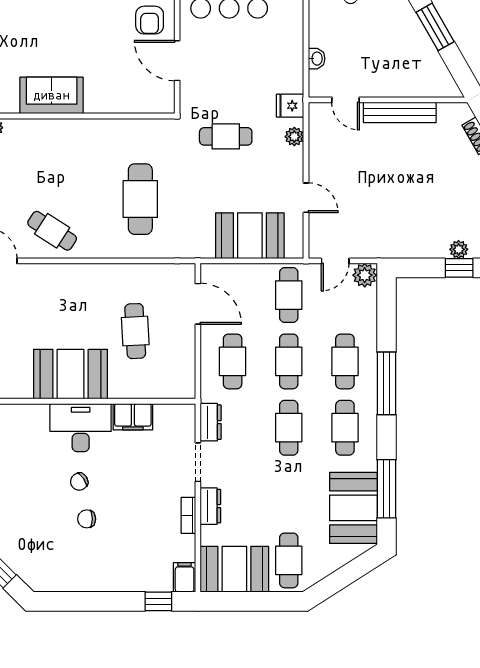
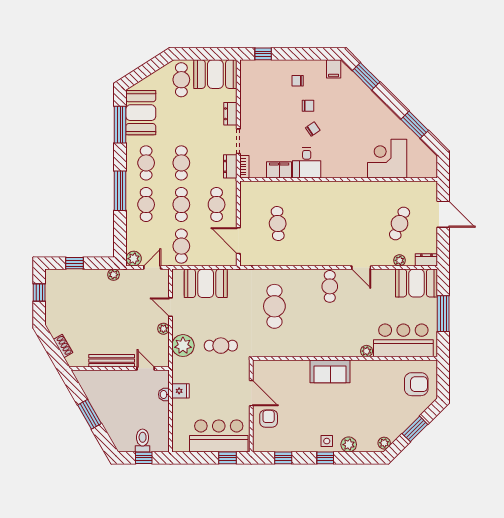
fridge: (290, 106) -> (181, 391), moved
plant: (294, 137) -> (183, 346), width x1.88, depth x1.88
plant: (317, 163) -> (163, 329), added
cafe table: (52, 231) -> (330, 286), turned 57
plant: (459, 249) -> (114, 275), moved
booth: (70, 374) -> (318, 196), removed
desk: (81, 428) -> (307, 163), width x0.73
bookcase: (188, 515) -> (244, 167), moved
chair: (103, 559) -> (298, 81), added
filing cabinet: (185, 577) -> (334, 69), moved

